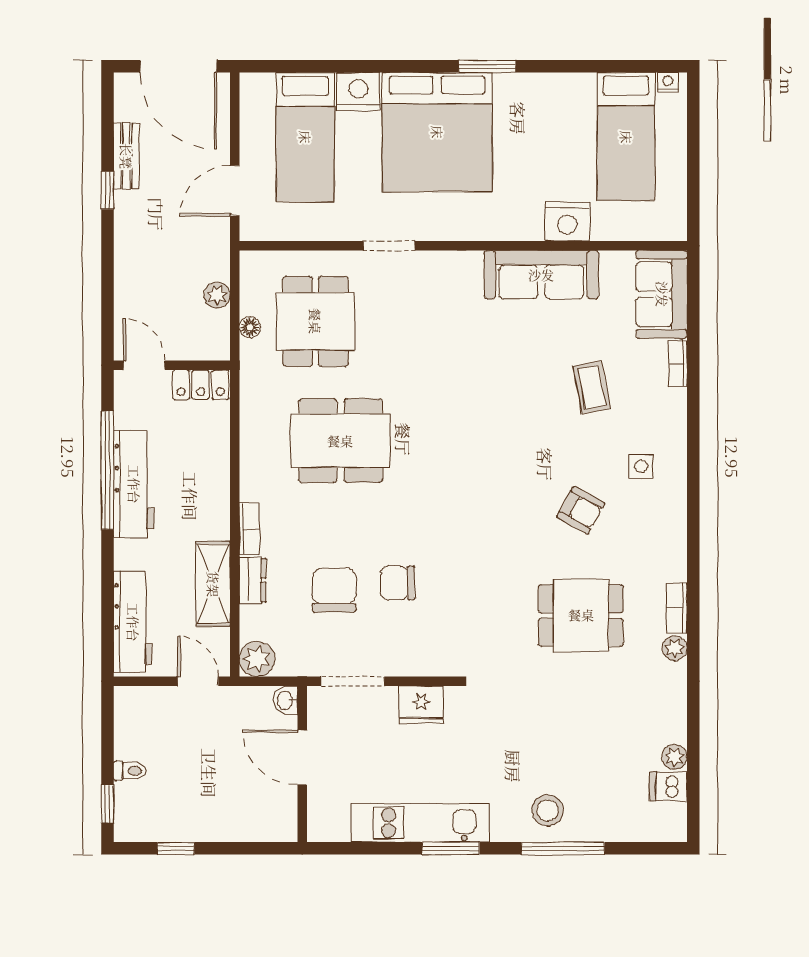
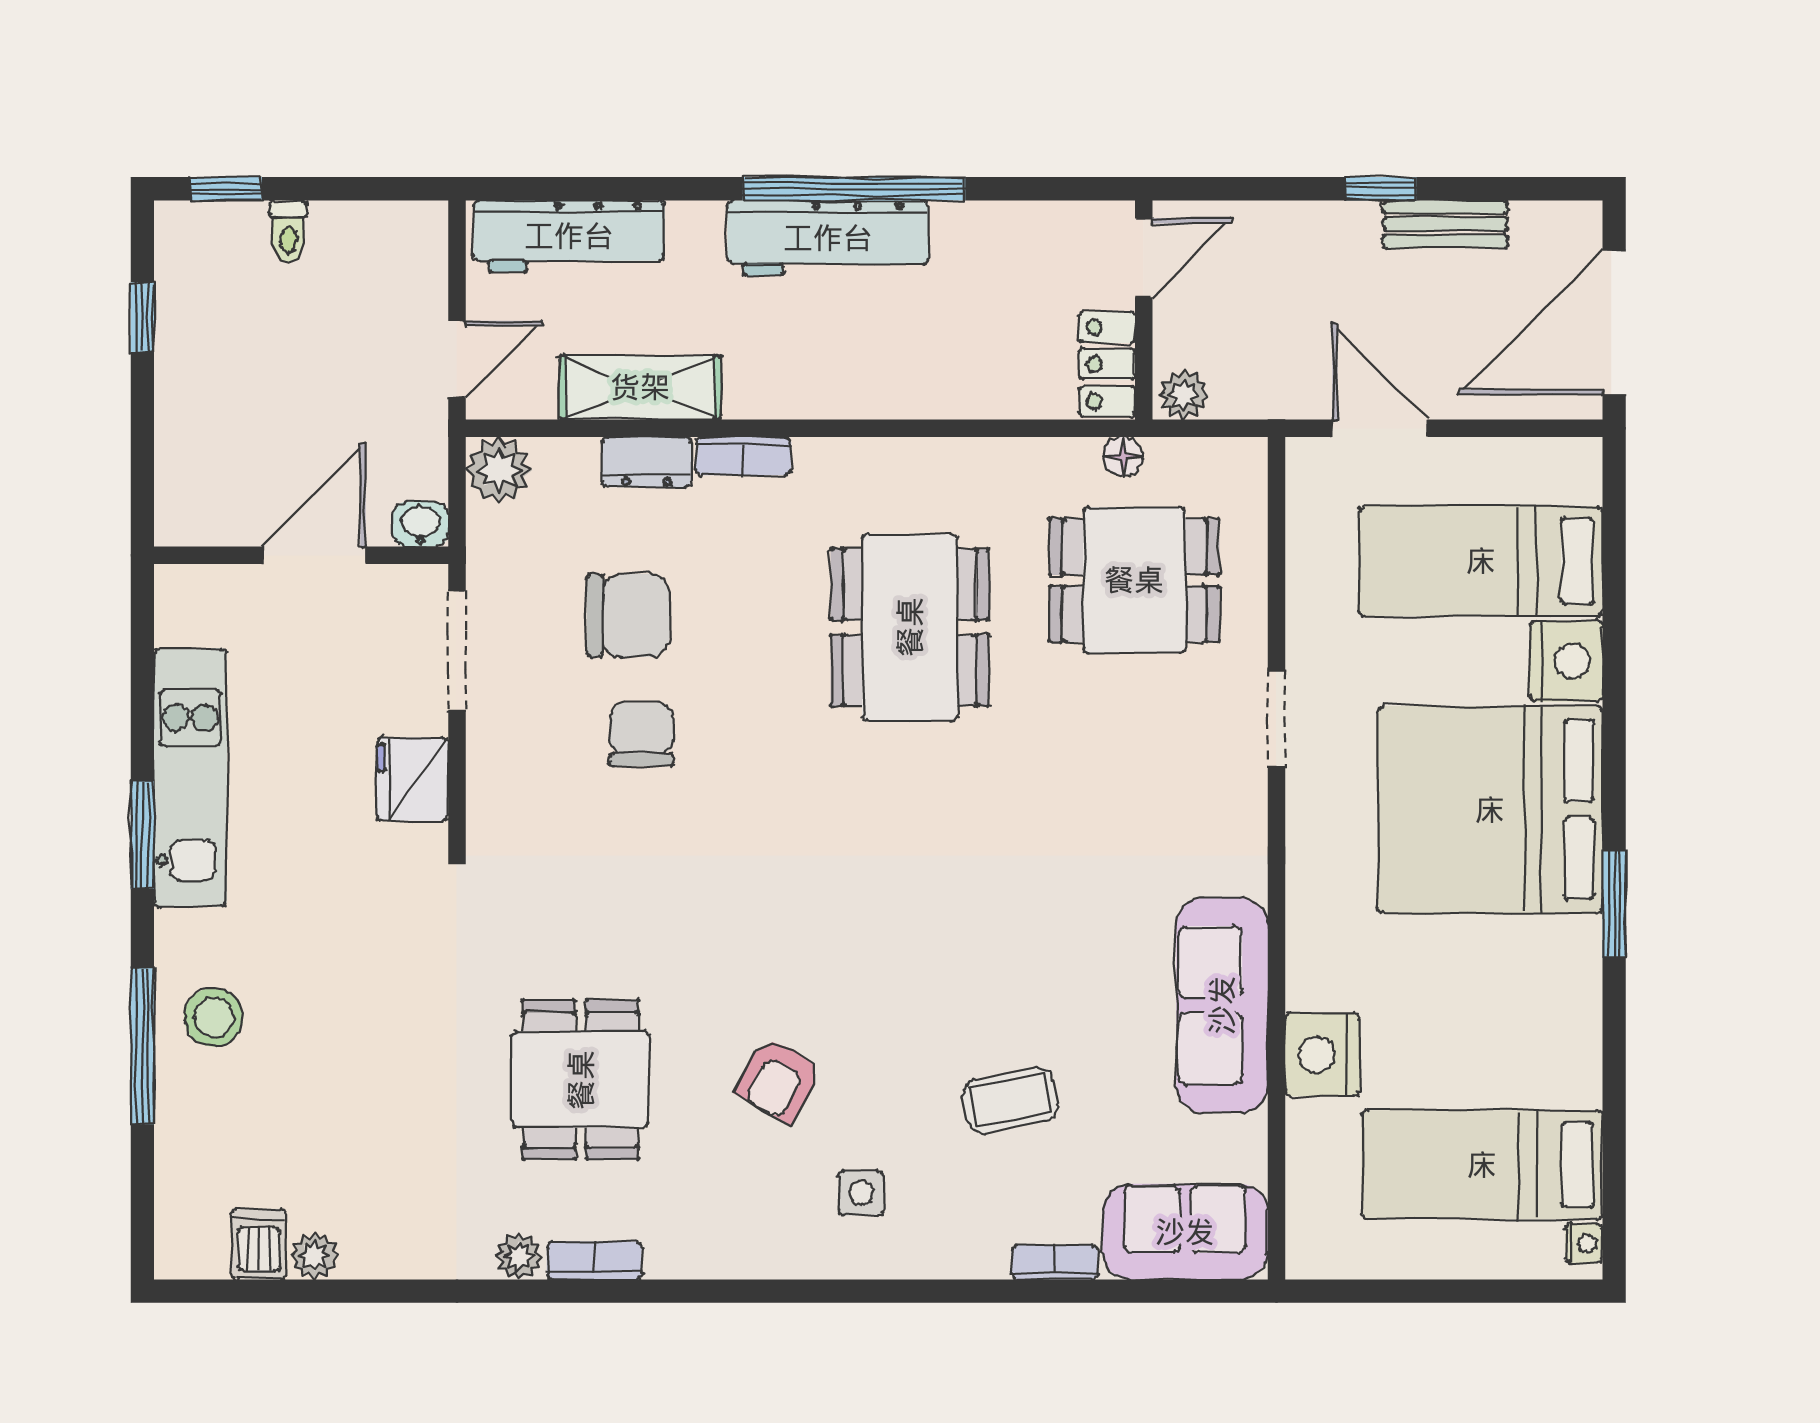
door: (144, 365) -> (1144, 258), moved
wall: (172, 365) -> (1144, 310), moved
locker: (201, 385) -> (1107, 364), moved

